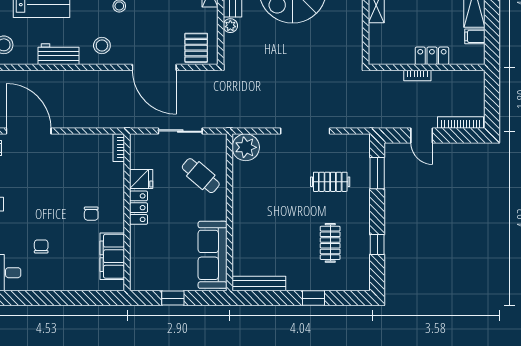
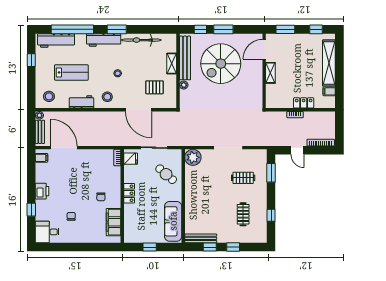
pallet: (196, 48) -> (154, 87), moved, turned 90
fridge: (141, 179) -> (131, 159), moved
window: (274, 298) -> (210, 247), added

